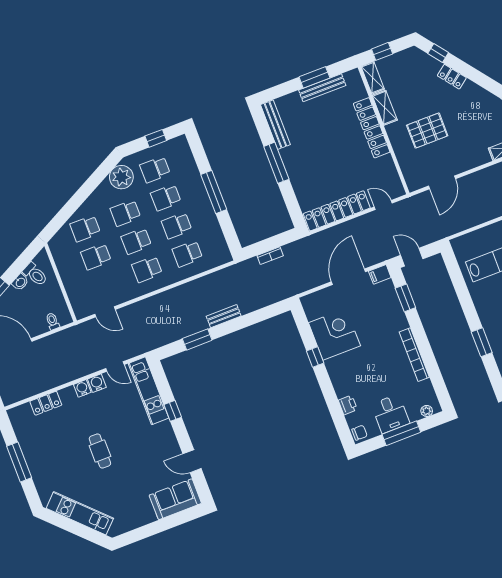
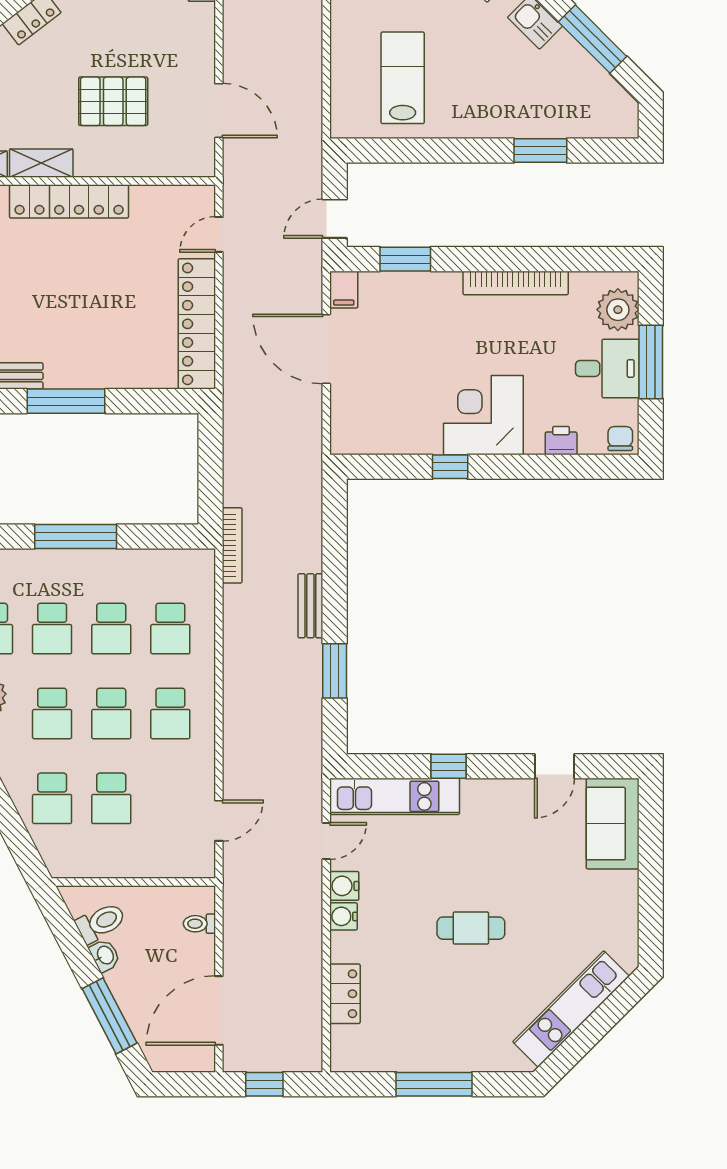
pallet: (427, 131) -> (113, 101), turned 90
bookcase: (270, 256) -> (232, 545), moved, width x1.56
corner desk: (334, 334) -> (483, 415), moved
plant: (427, 411) -> (618, 310), width x1.88, depth x1.88

